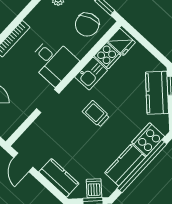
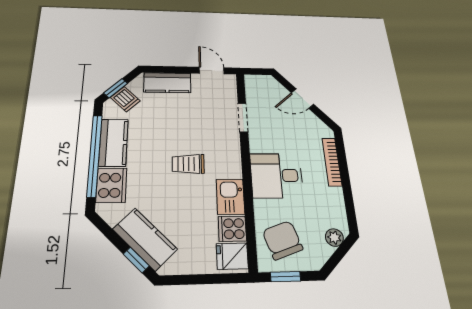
doorway: (48, 101) -> (243, 118), moved
trolley: (96, 114) -> (188, 164), turned 180

